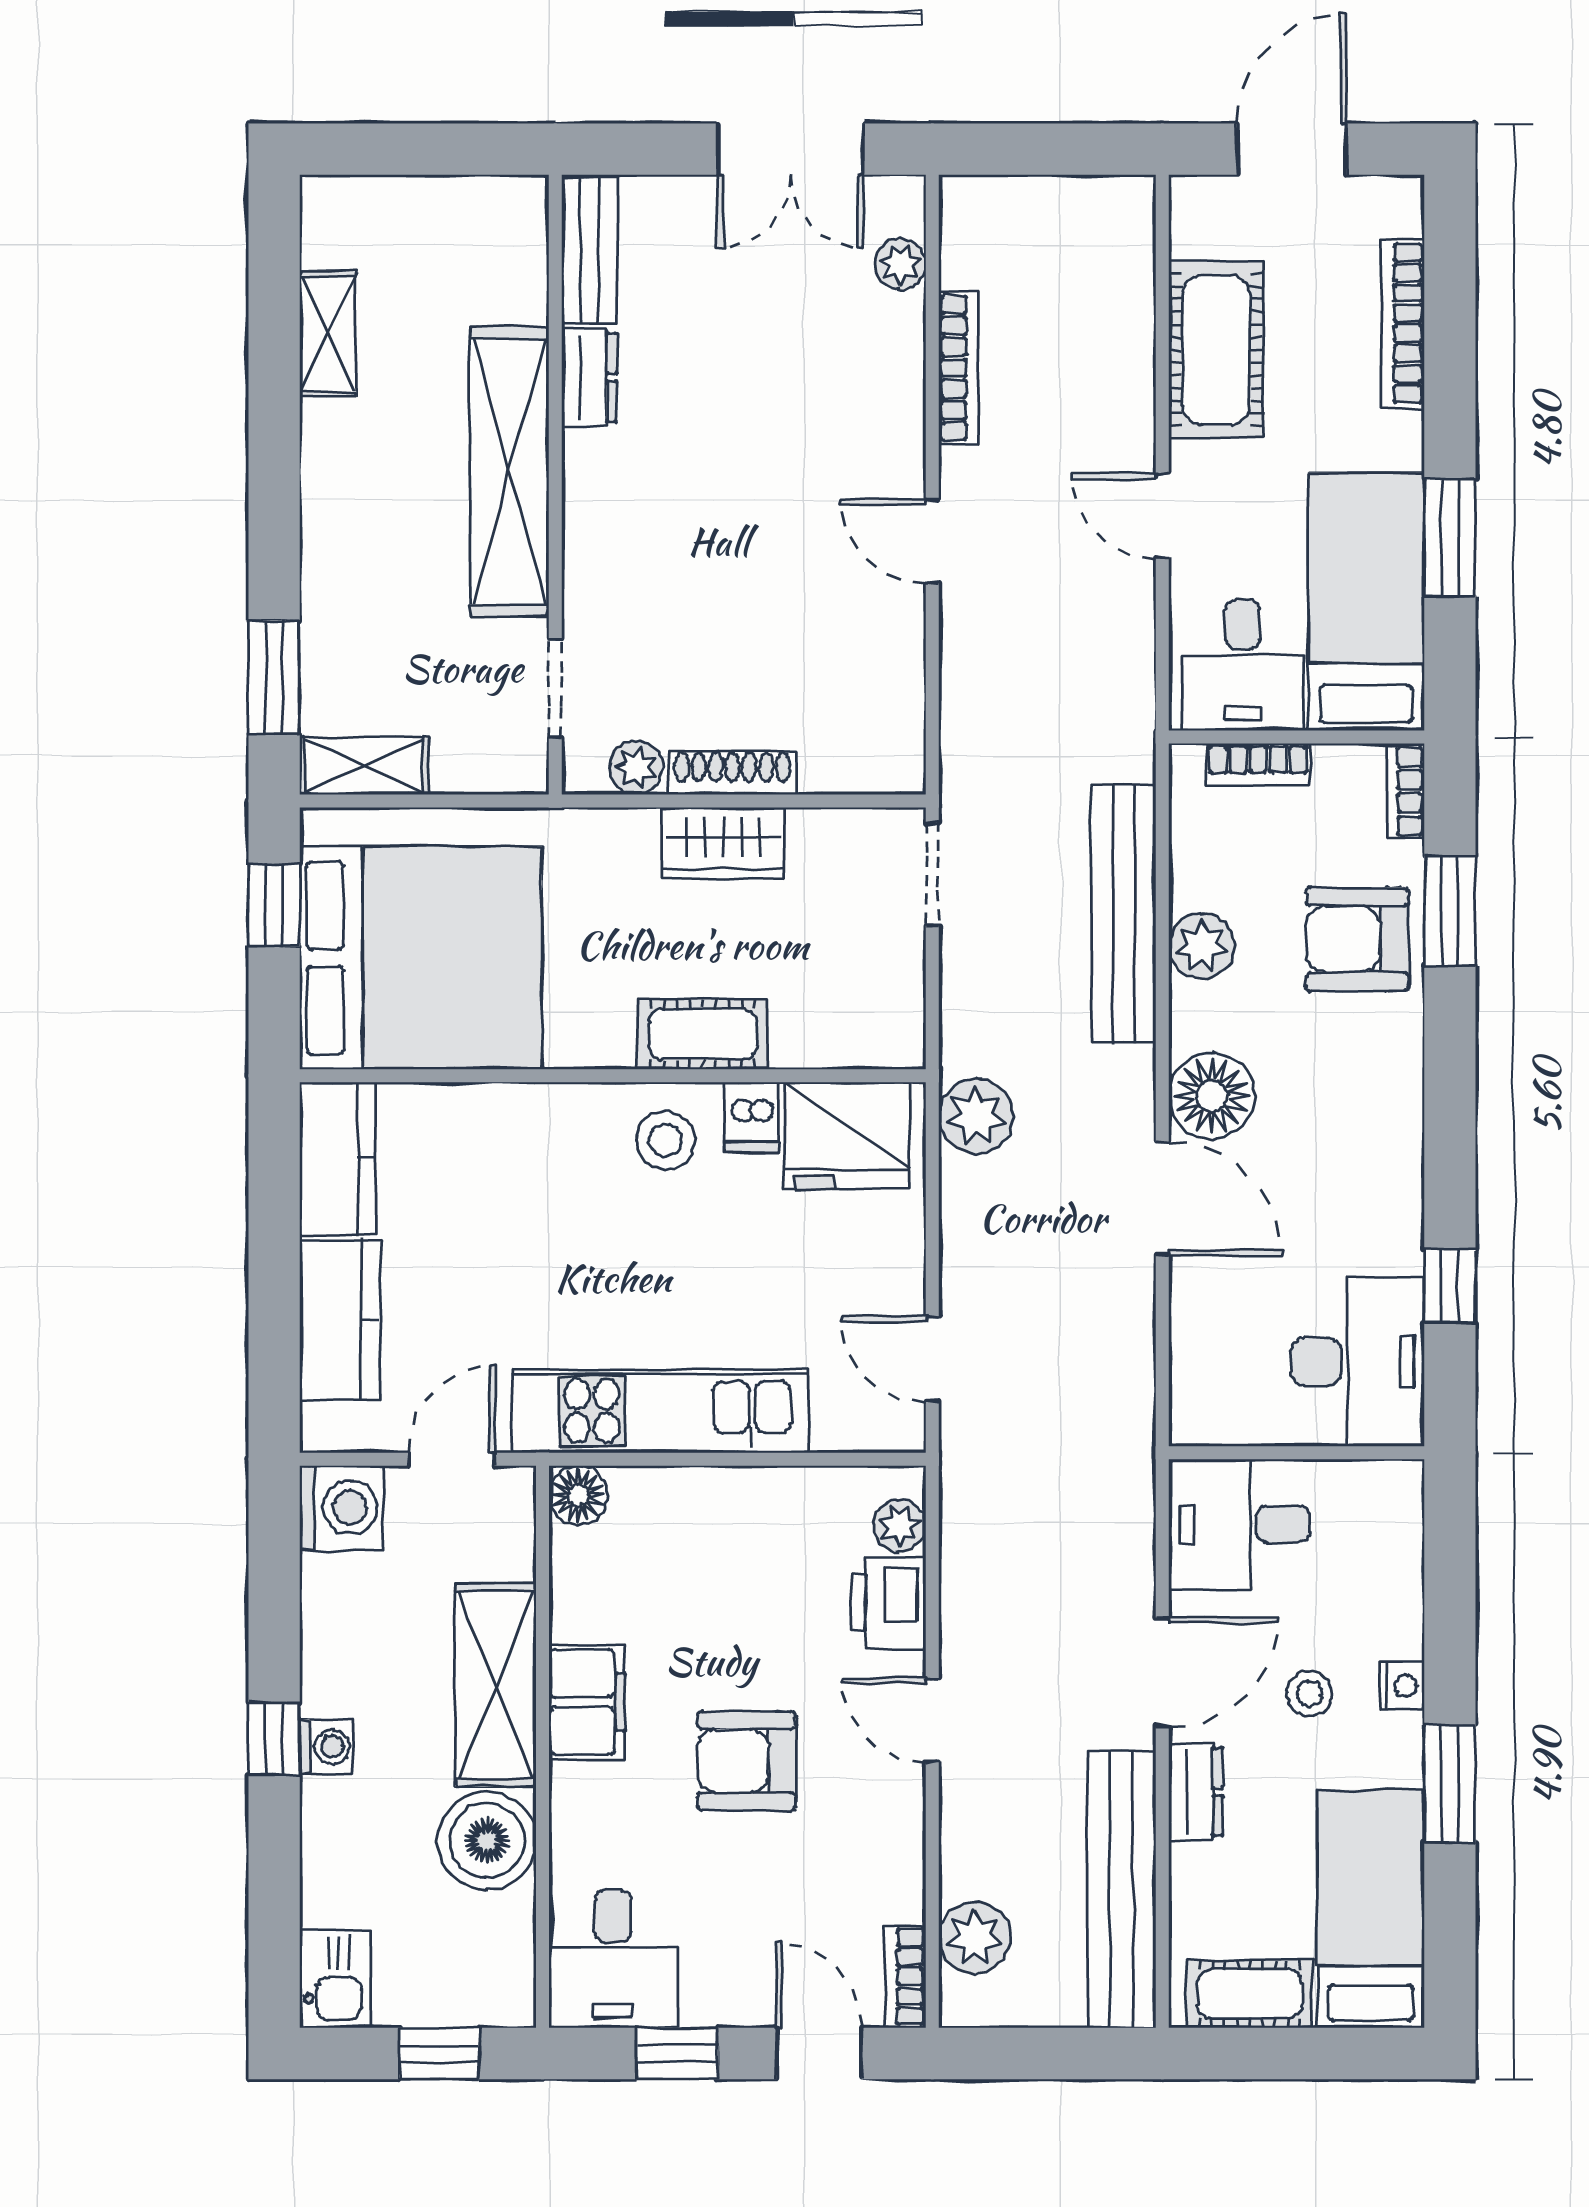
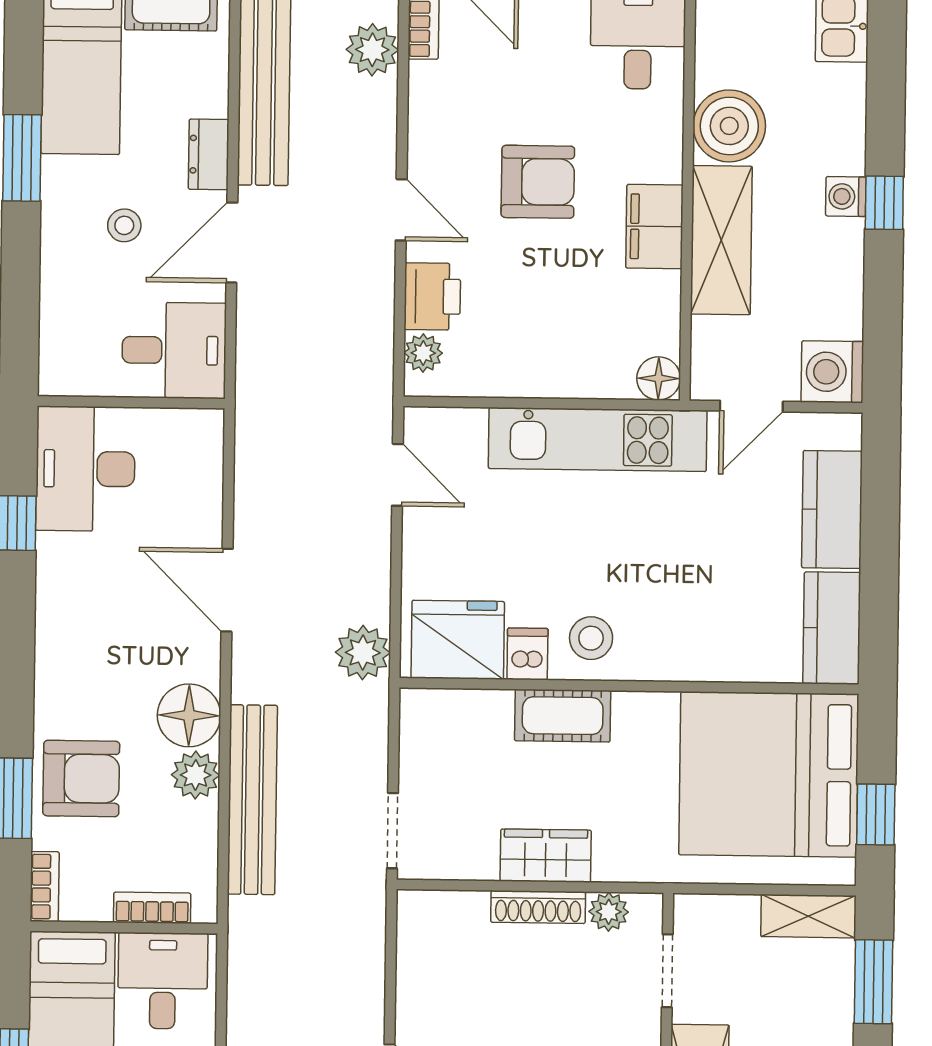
floor lamp: (1212, 1096) -> (189, 715), moved
nightstand: (1402, 1686) -> (56, 230), removed

